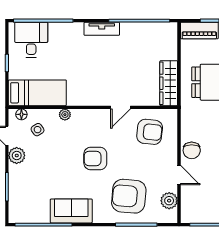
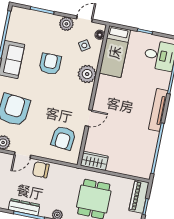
tv unit: (102, 29) -> (158, 110), width x1.41
wardrobe: (169, 83) -> (94, 161), width x0.67
door: (121, 107) -> (89, 118), swing flipped
plant: (65, 115) -> (87, 74), width x1.88, depth x1.88
armchair: (95, 158) -> (50, 64), moved

